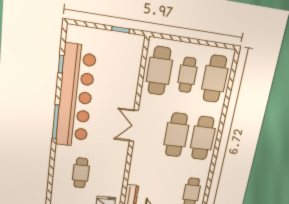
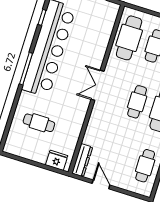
cafe table: (176, 135) -> (137, 102), width x0.73, depth x0.74
cafe table: (81, 173) -> (39, 123), turned 90

